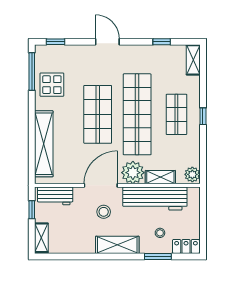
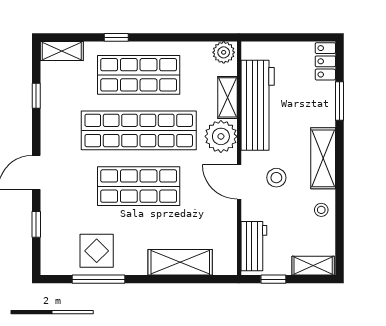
window: (56, 42) -> (36, 224), moved
window: (32, 71) -> (99, 279), moved
shop shelf: (176, 114) -> (139, 75), width x1.43, depth x1.36
window: (203, 116) -> (116, 37), moved
shelving: (44, 144) -> (180, 262), width x0.68
door: (101, 185) -> (239, 182), width x0.73
stool: (160, 233) -> (321, 210), moved

